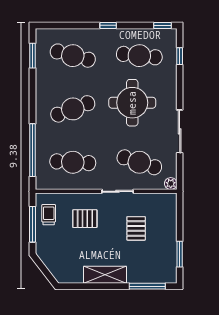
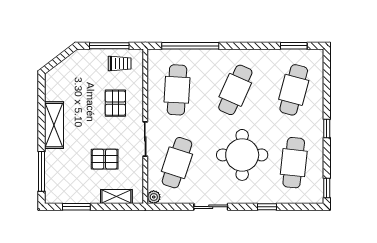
window: (180, 56) -> (267, 207), moved
cafe table: (73, 109) -> (235, 90), turned 45
sliding door: (180, 131) -> (211, 207), width x0.73
shelving: (170, 218) -> (116, 197), added

